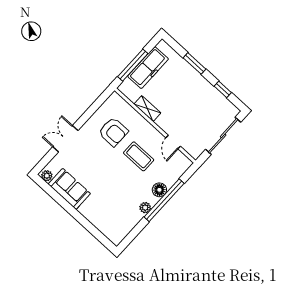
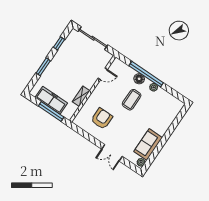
coffee table: (139, 156) -> (132, 100), moved

